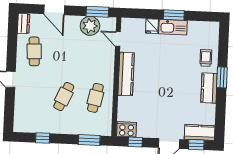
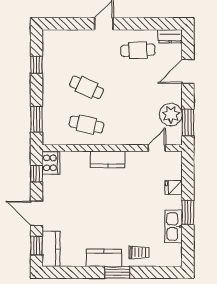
kitchen sink: (173, 27) -> (173, 226), moved
kitchen counter: (126, 74) -> (108, 159), width x0.67

